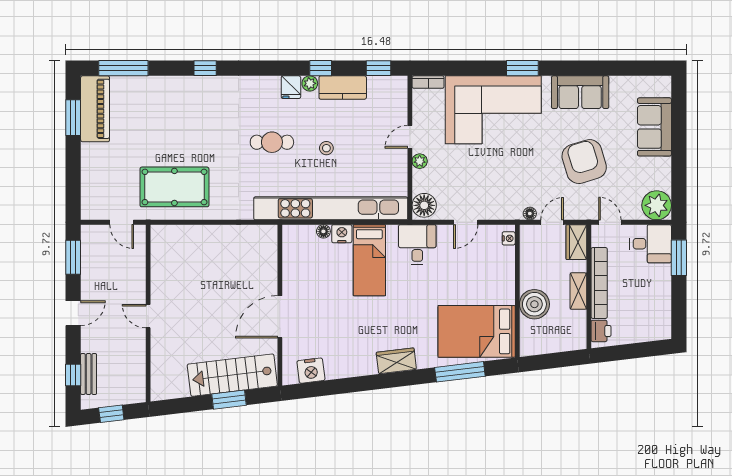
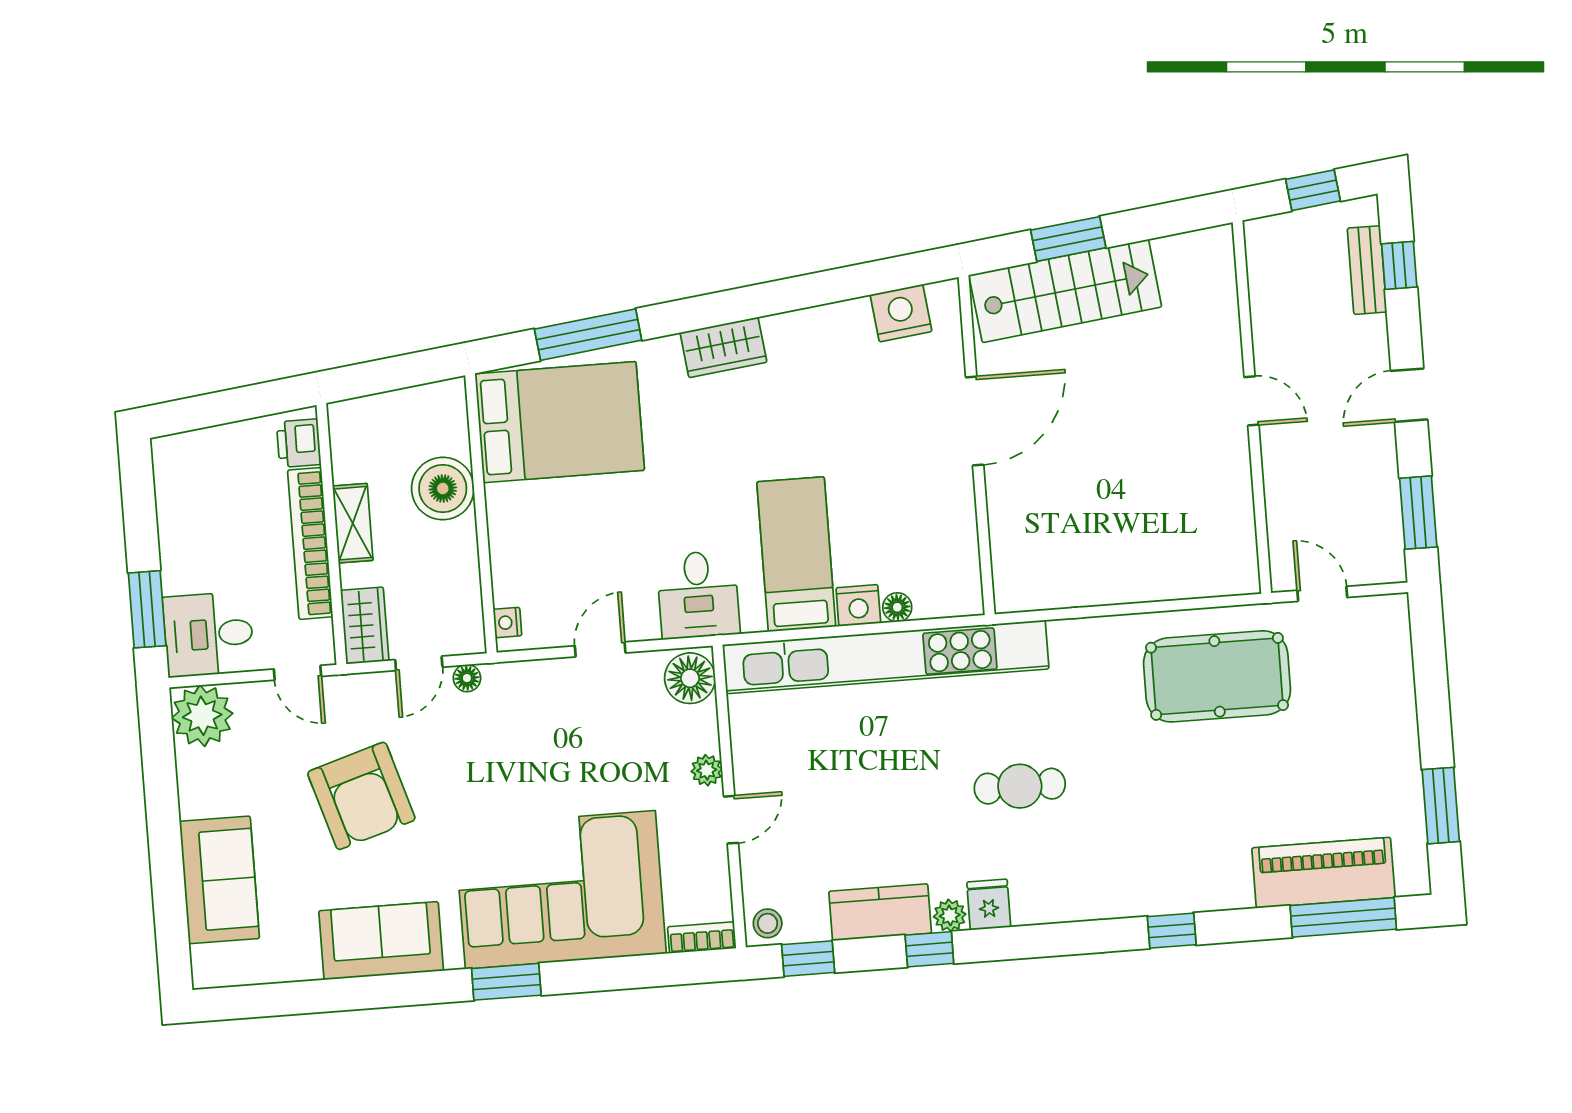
piano: (95, 109) -> (1323, 873), moved, turned 90
stool: (326, 148) -> (768, 923), moved

